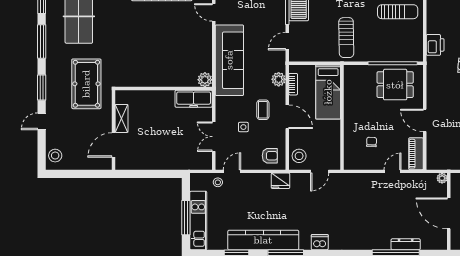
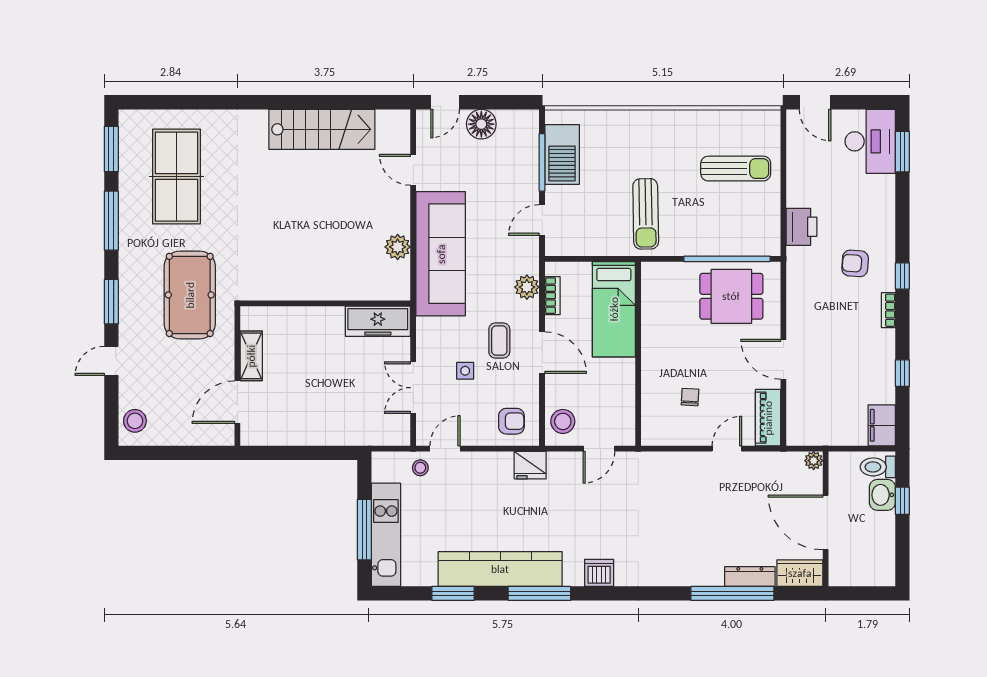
plant: (205, 80) -> (398, 247), moved
wardrobe: (434, 242) -> (800, 573), added

